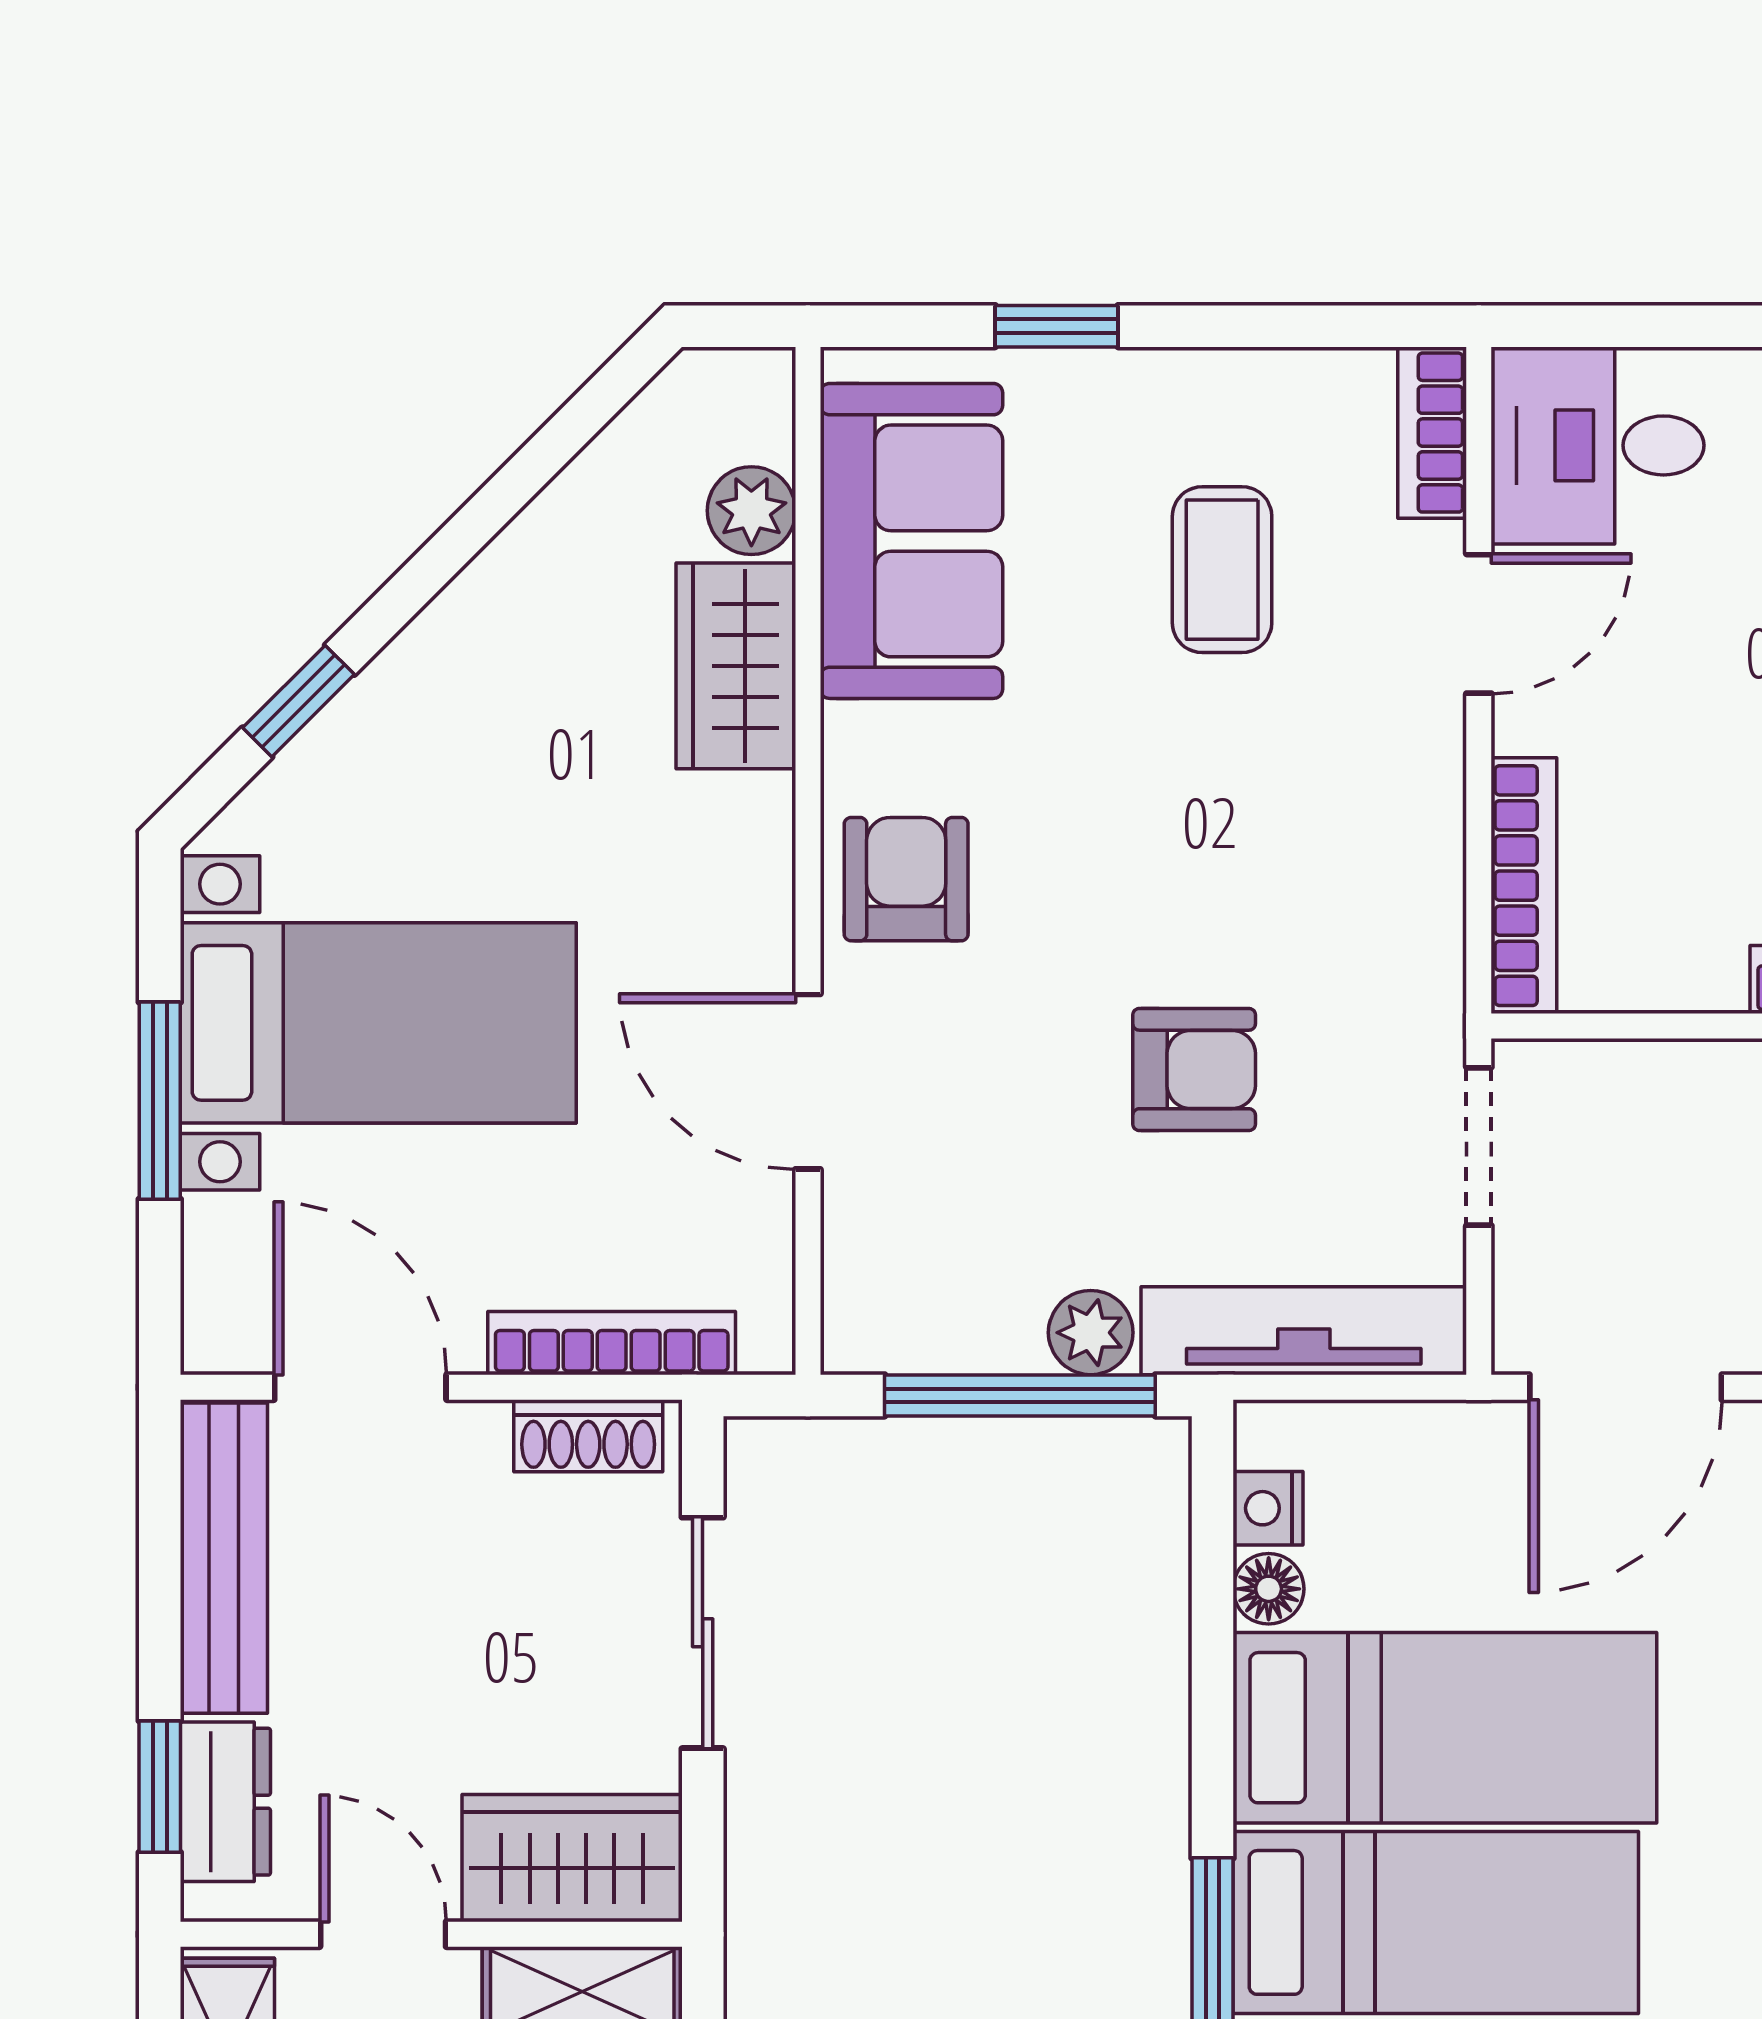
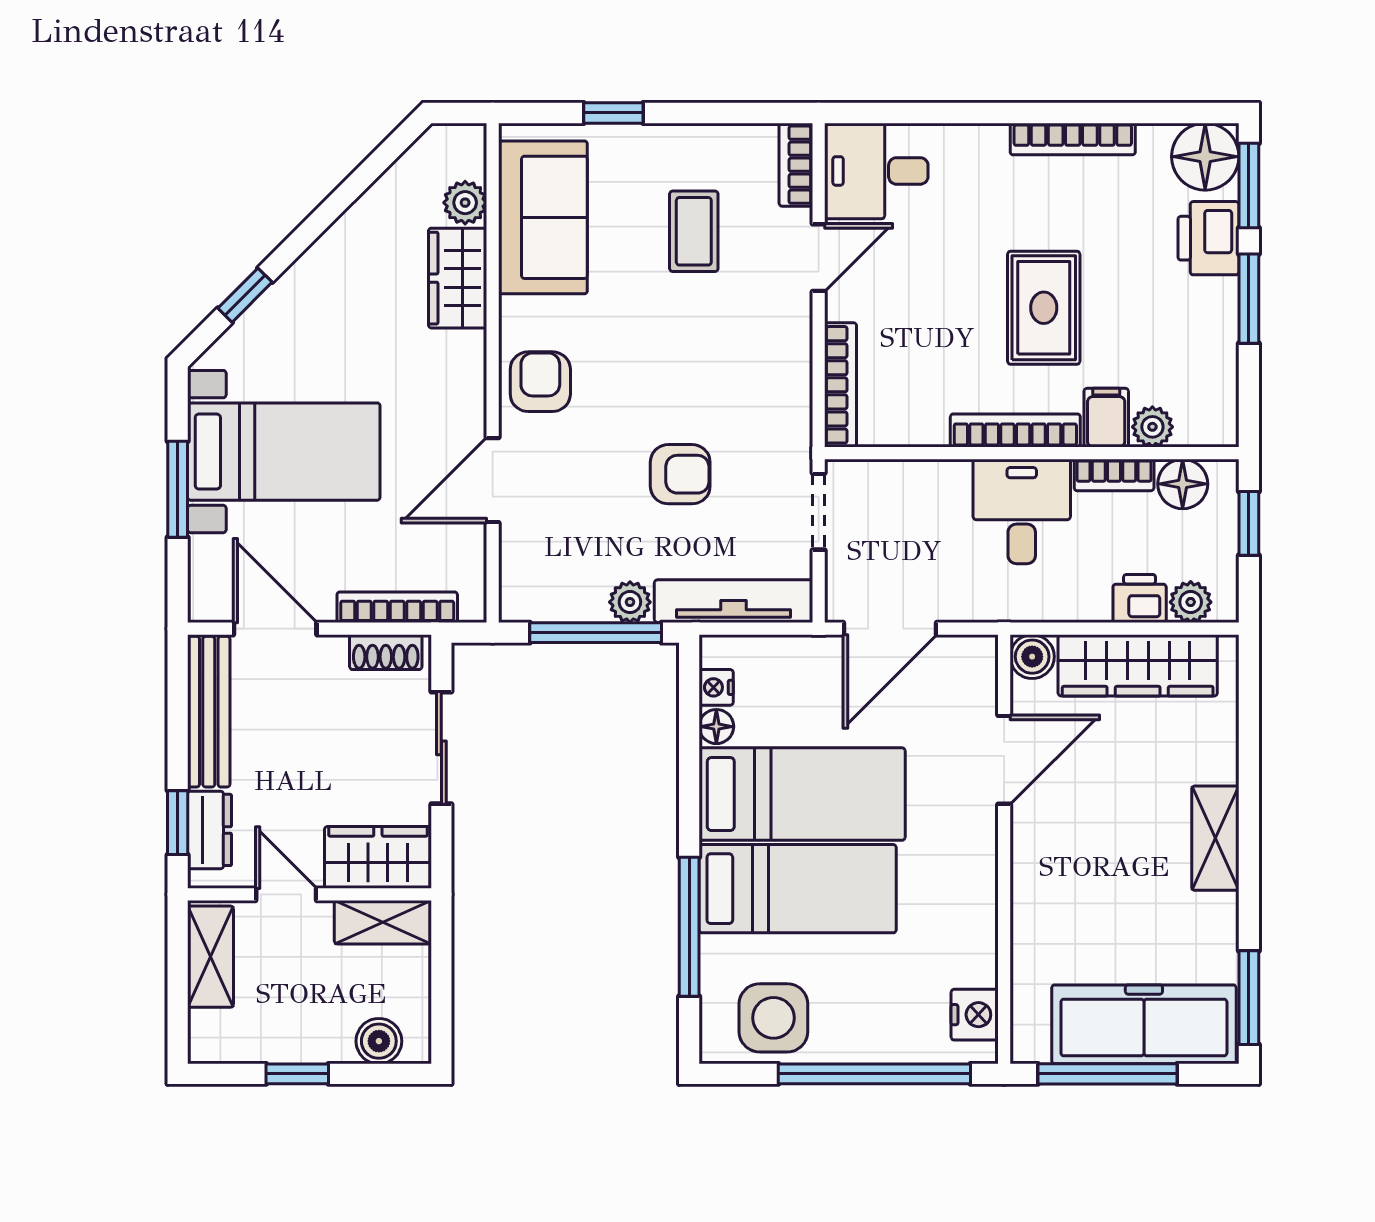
door: (808, 1082) -> (493, 480), hinge flipped

